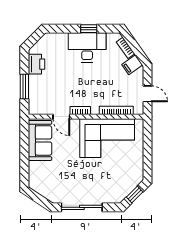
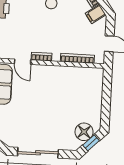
corner sofa: (107, 138) -> (67, 85), removed
floor lamp: (127, 184) -> (84, 132), added

